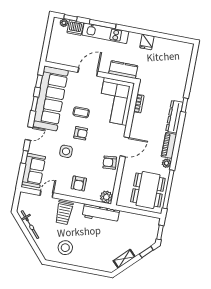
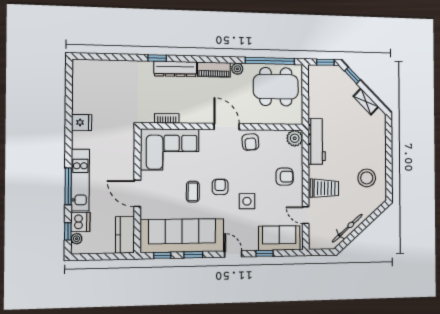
kitchen counter: (123, 70) -> (125, 235), moved

